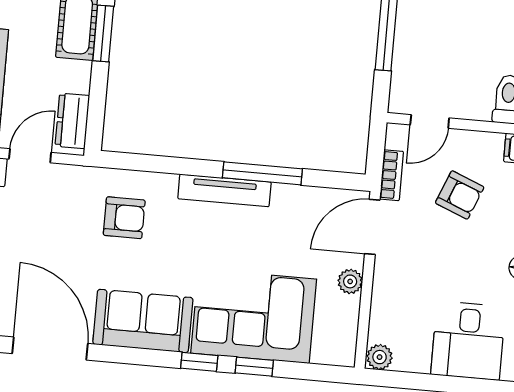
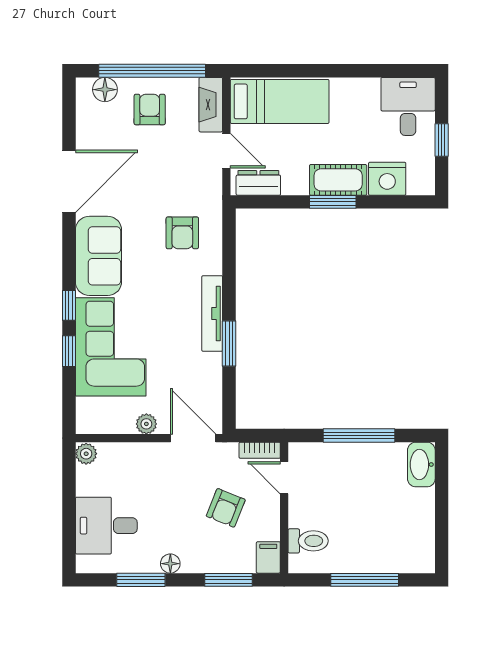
window: (262, 173) -> (229, 344), width x0.69
bookcase: (392, 175) -> (260, 450), moved

